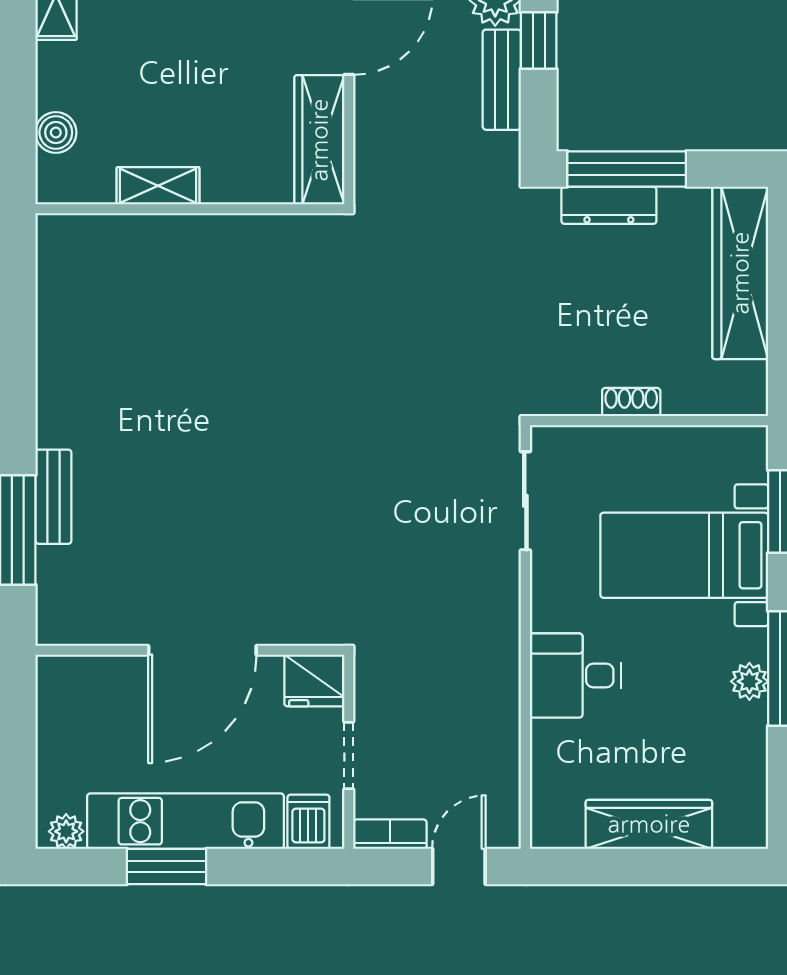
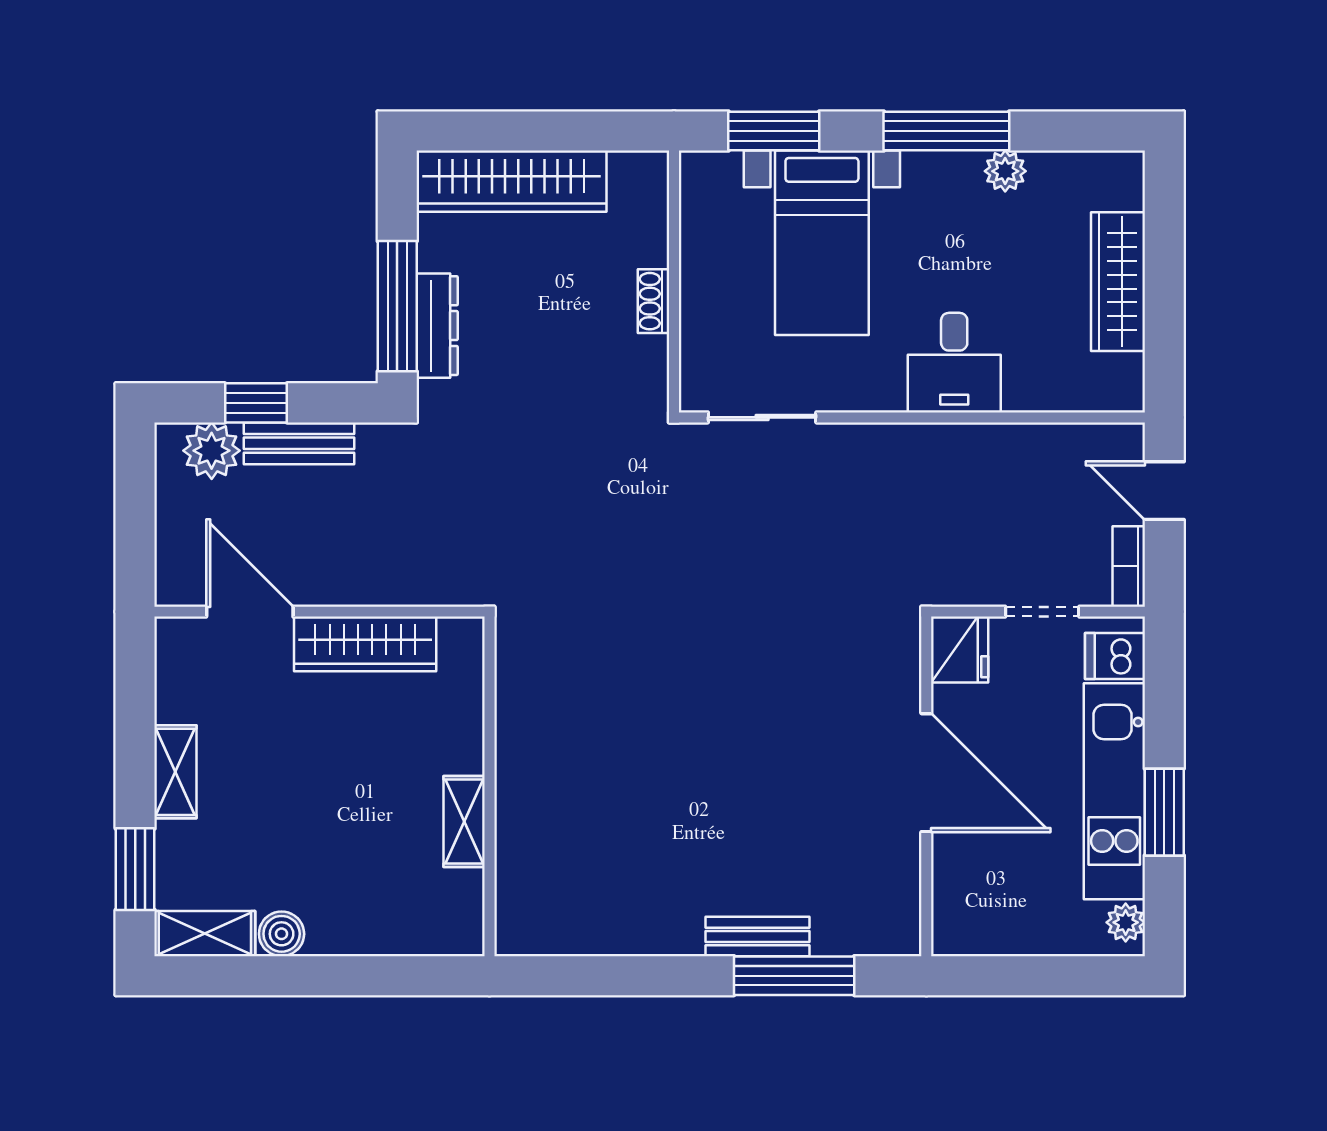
boiler: (56, 132) -> (282, 934), moved
shelving: (158, 186) -> (464, 821), moved
wall: (190, 209) -> (489, 786), moved
plant: (749, 681) -> (1005, 171), moved

